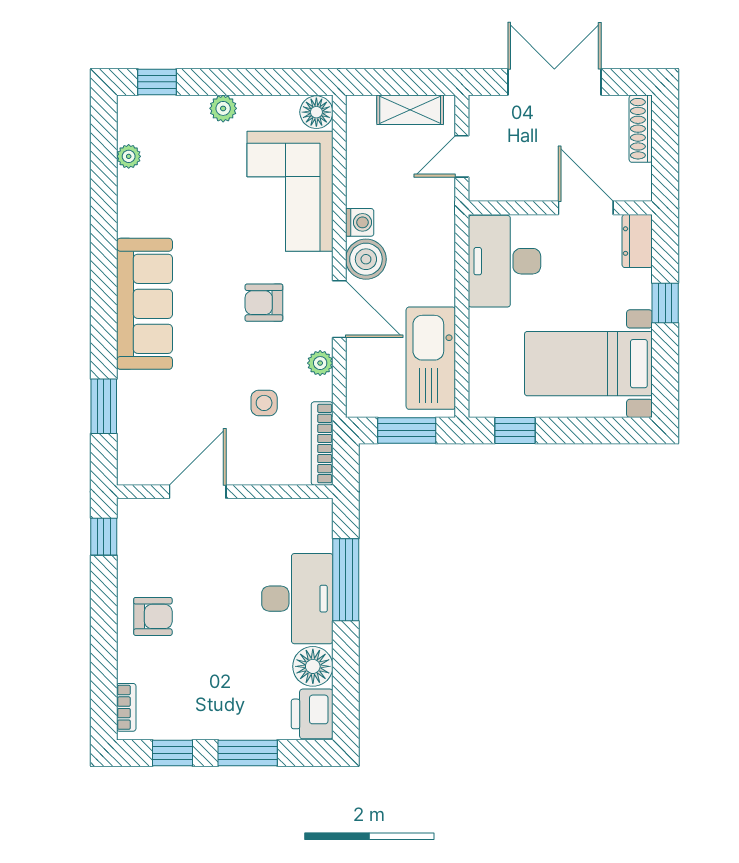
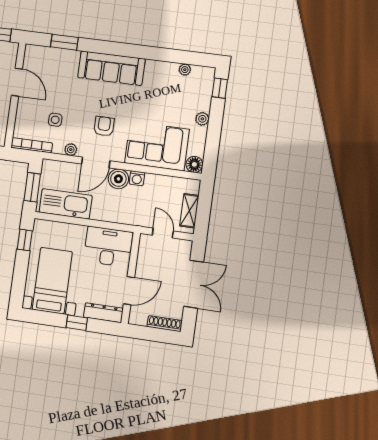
dresser: (637, 241) -> (103, 313), width x1.44

